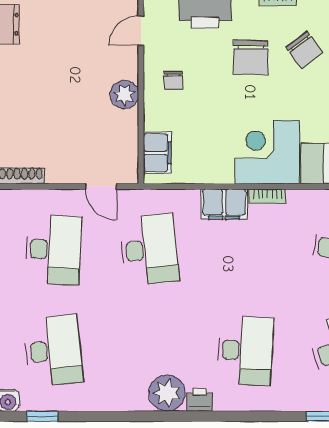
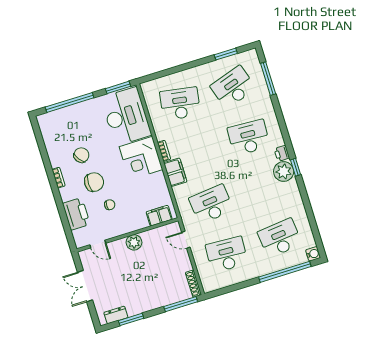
chair: (173, 81) -> (110, 205), moved
door: (101, 186) -> (186, 240), swing flipped
window: (42, 416) -> (296, 167), moved

